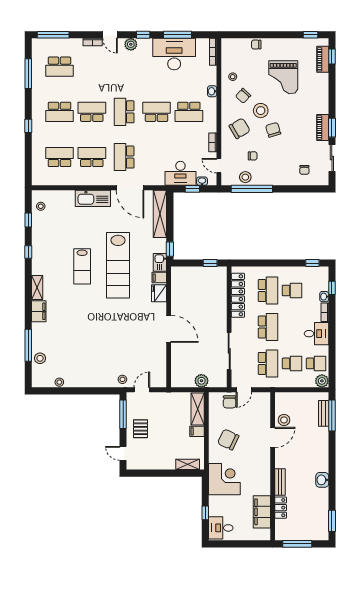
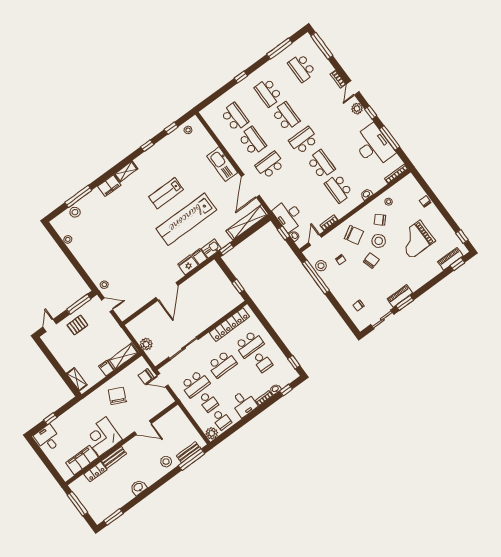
stool: (284, 420) -> (166, 462), moved
corner desk: (224, 479) -> (102, 437), moved, turned 180

